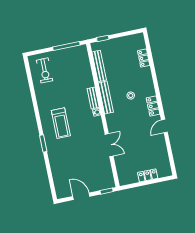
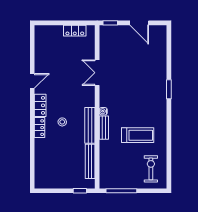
locker: (144, 58) -> (40, 128), moved
treadmill: (61, 123) -> (138, 135), moved, turned 90
locker: (148, 175) -> (75, 31), moved

